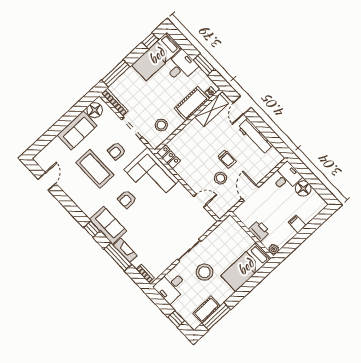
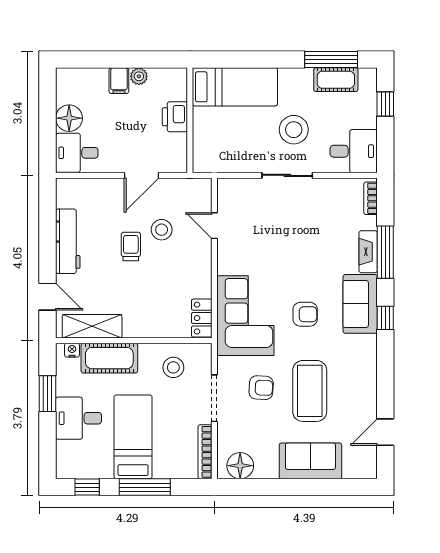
bed: (157, 56) -> (133, 437), moved, turned -90
window: (116, 73) -> (145, 487), moved
door: (242, 105) -> (48, 297), hinge flipped
sofa: (77, 130) -> (310, 461), moved
plant: (274, 249) -> (139, 76), moved

